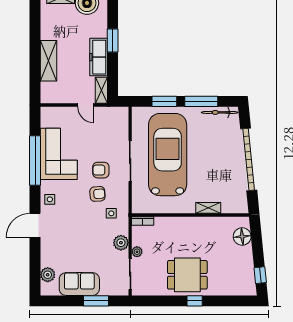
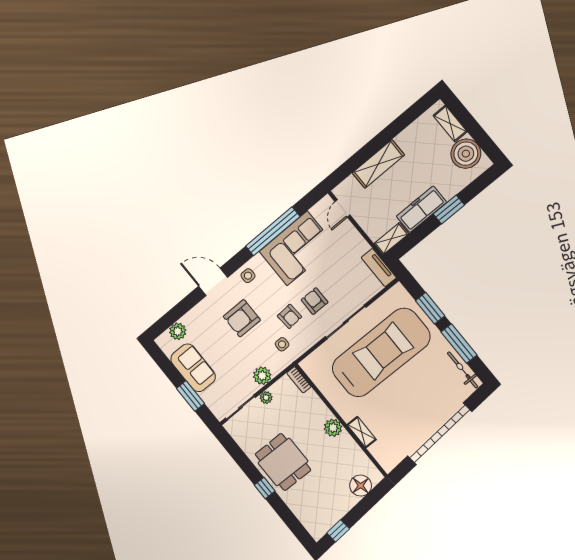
door: (86, 105) -> (342, 208), moved
tv unit: (113, 113) -> (379, 268), added
plant: (191, 224) -> (333, 428), added
armchair: (74, 226) -> (242, 318), added

